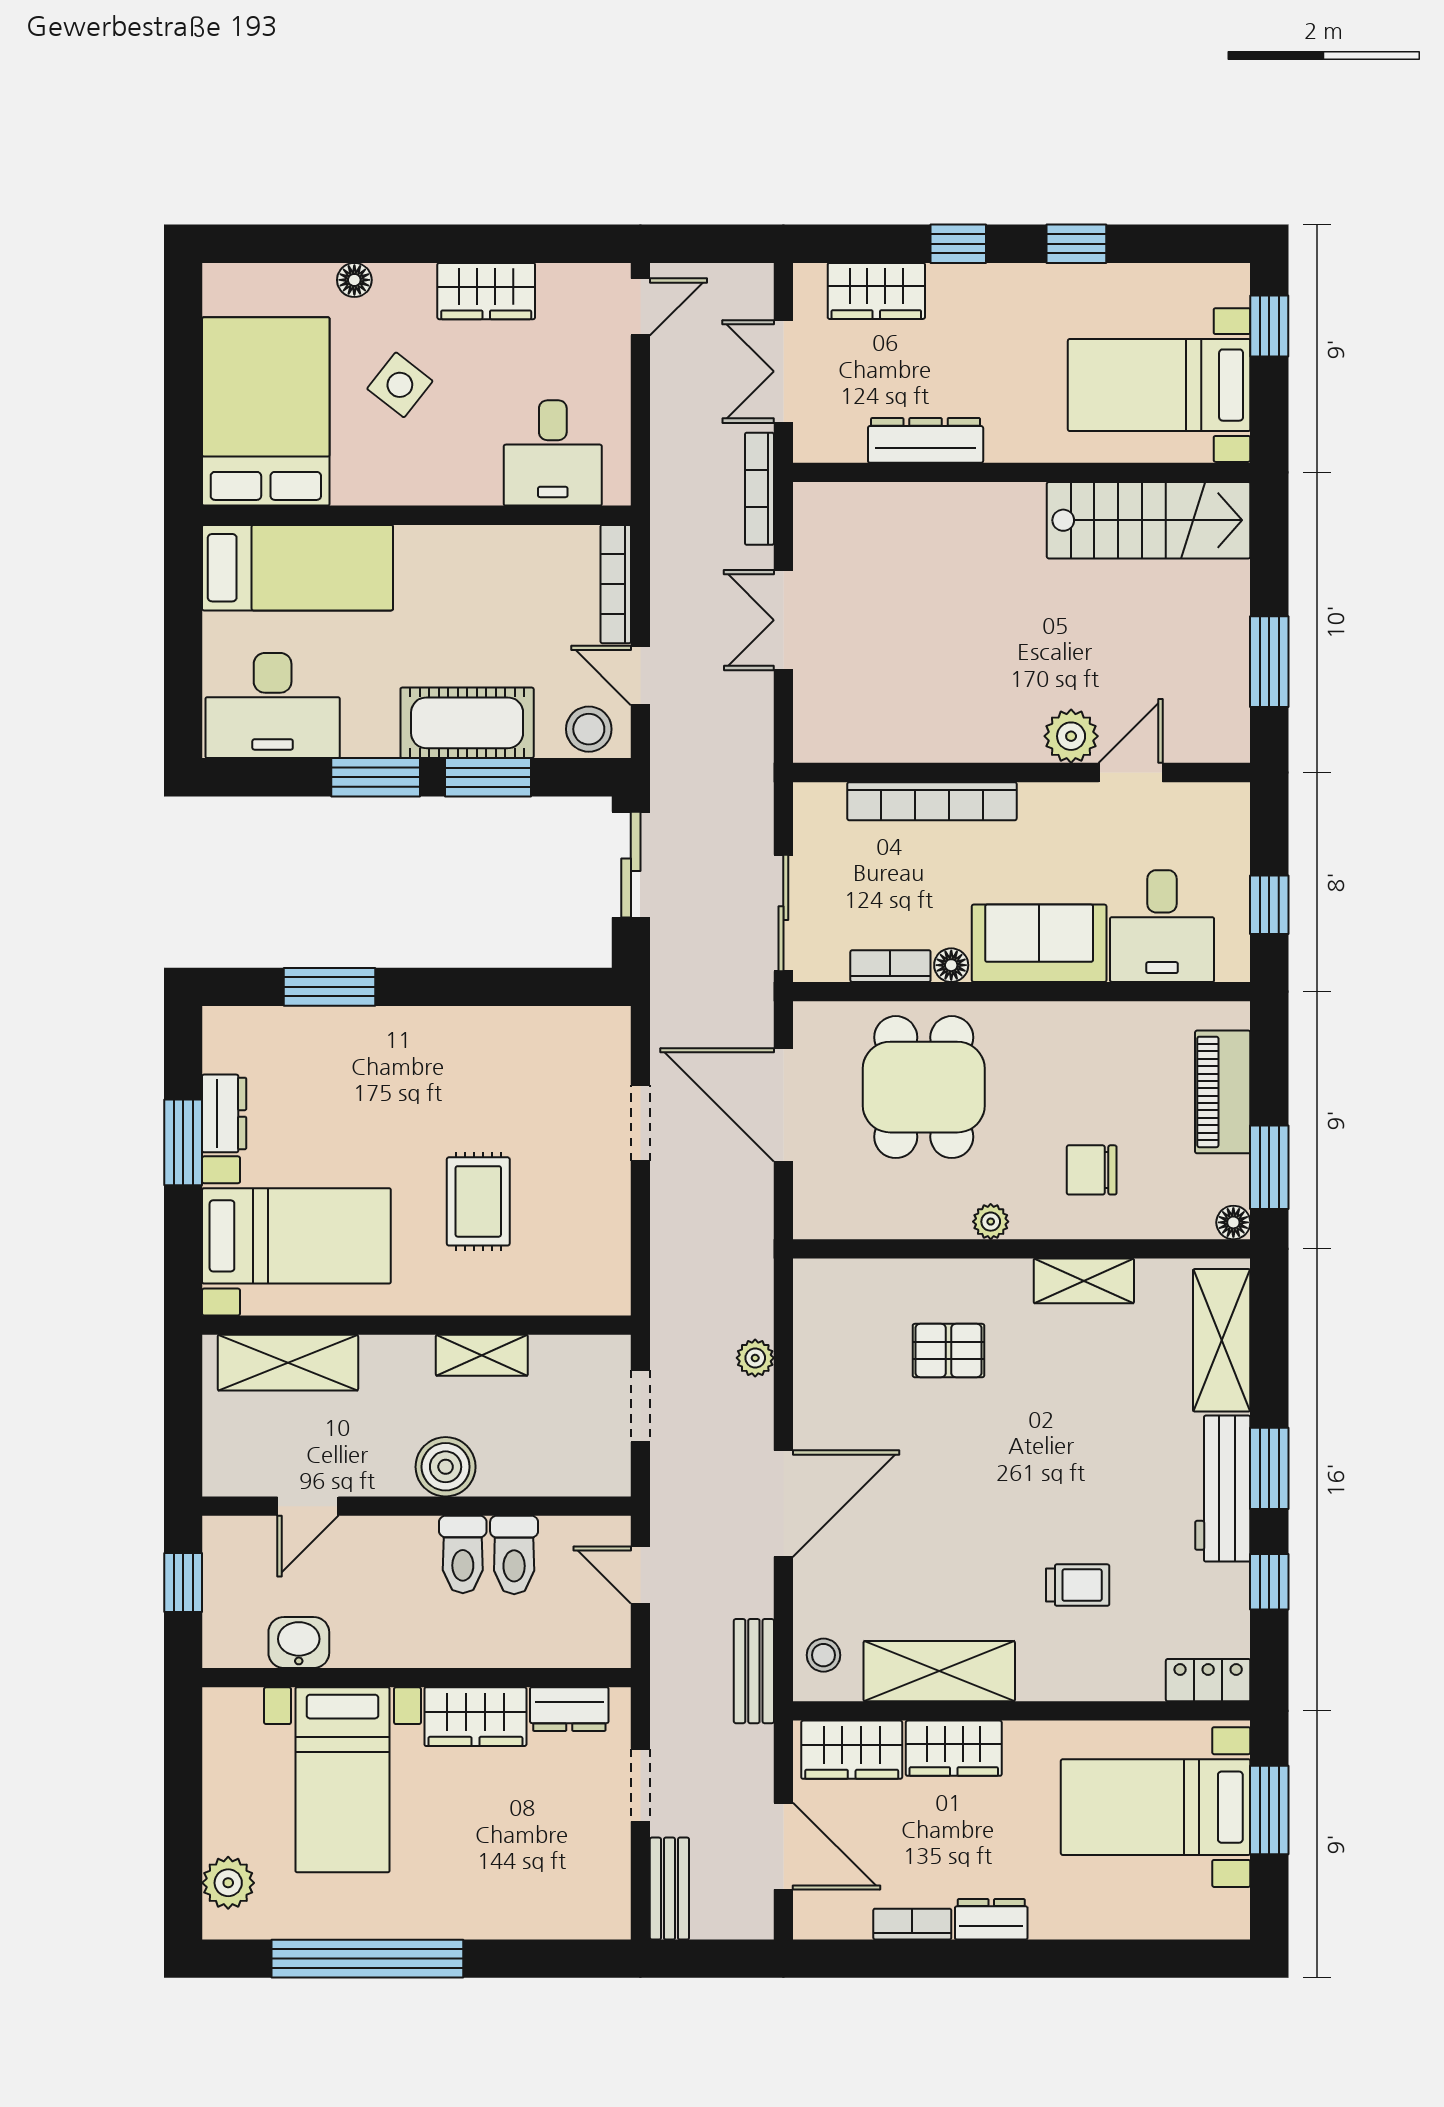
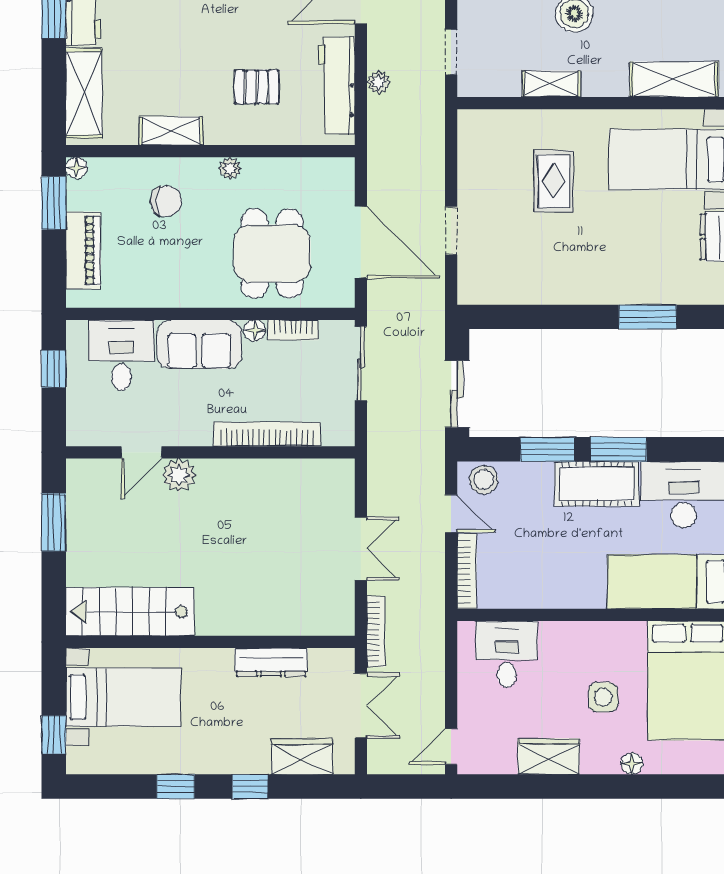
side table: (400, 385) -> (603, 697), turned -38
cot: (467, 723) -> (597, 484), moved
workbench: (822, 1353) -> (337, 85), added

